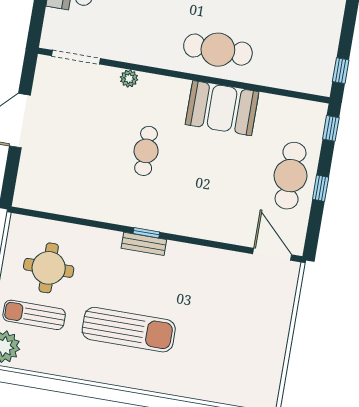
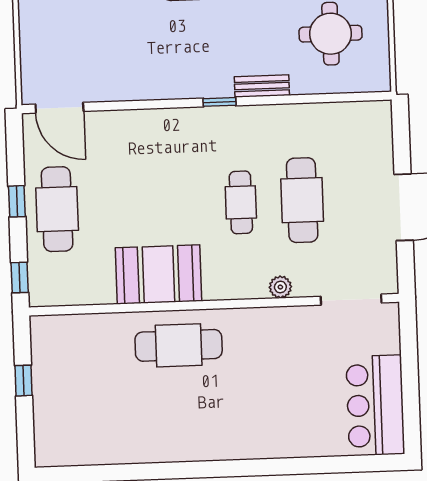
window: (341, 71) -> (23, 381), moved
cafe table: (98, 143) -> (302, 200), added
bench: (144, 244) -> (262, 86), moved

